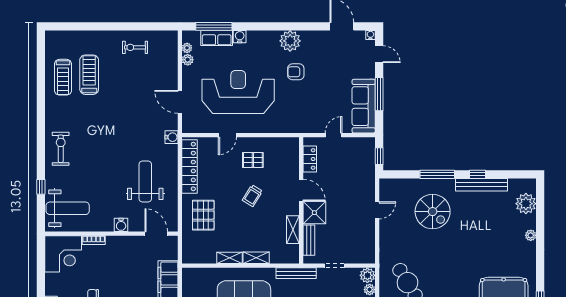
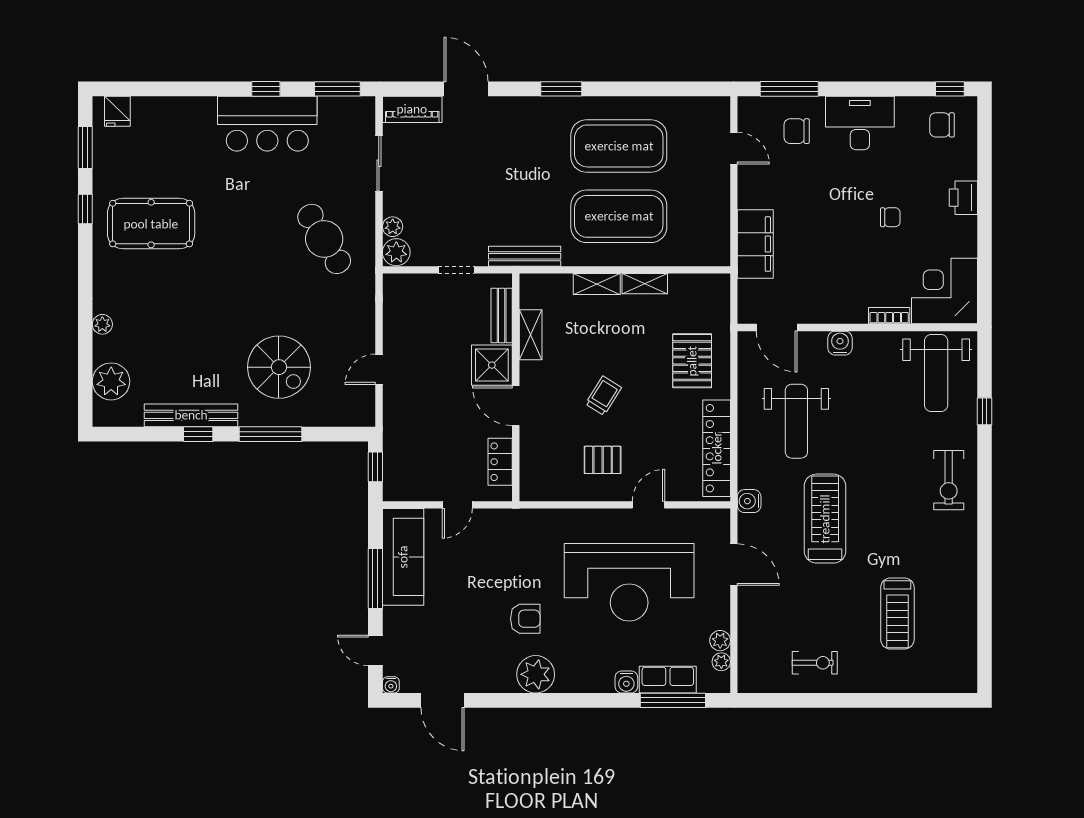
treadmill: (63, 77) -> (825, 519), moved, width x1.37, depth x1.38
weight bench: (68, 208) -> (936, 373), turned -90
spiral stairs: (433, 212) -> (279, 367), turned 180

